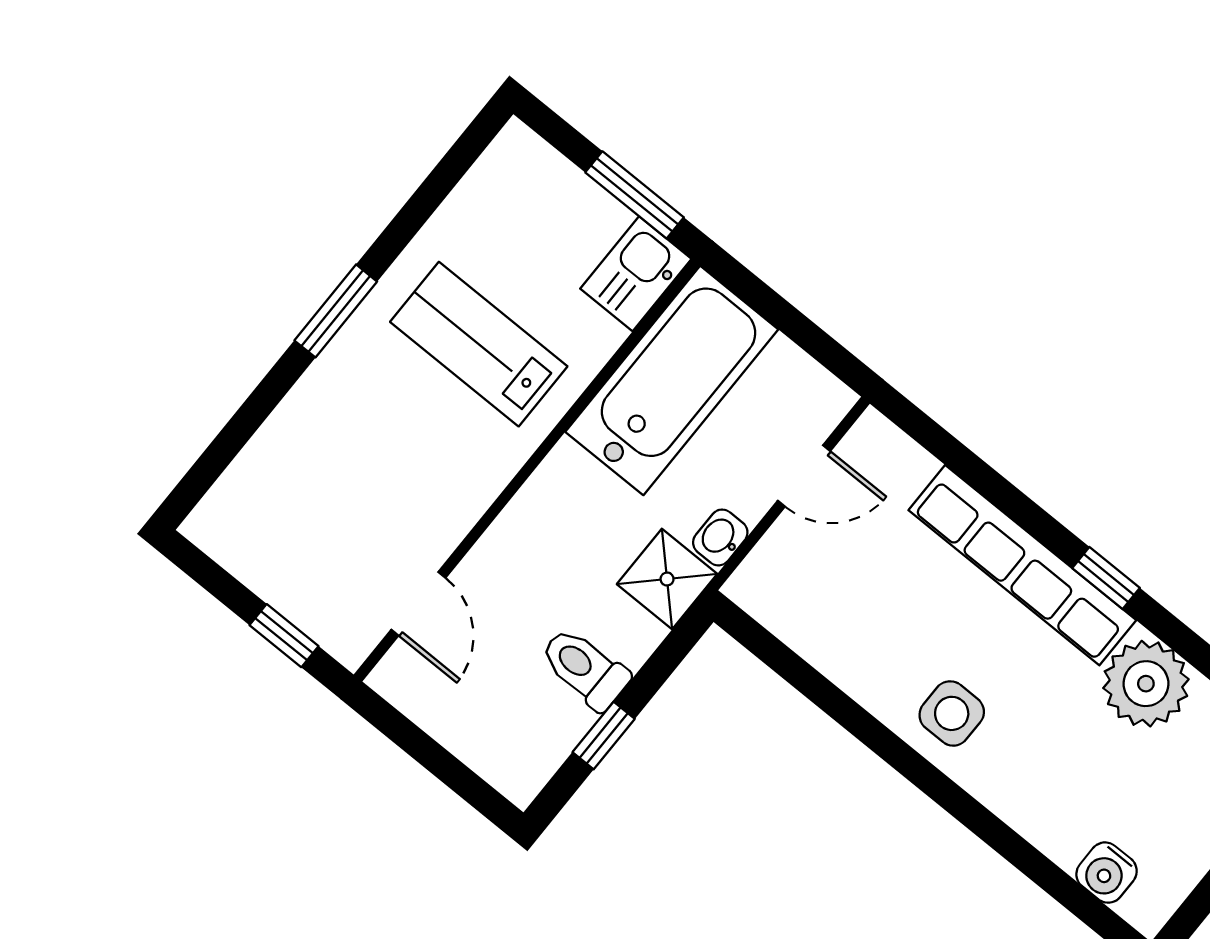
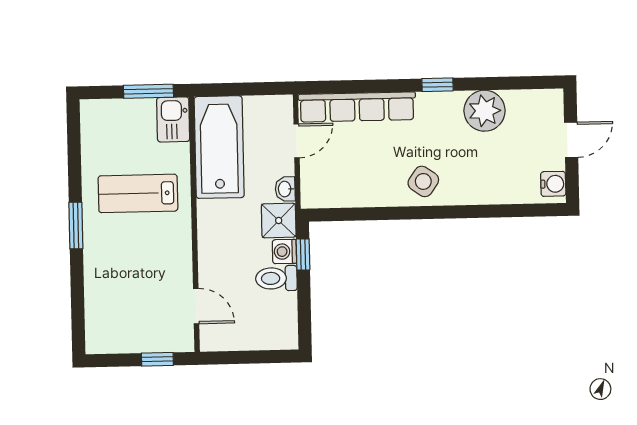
row of seats: (1022, 565) -> (357, 107), moved
washing machine: (634, 636) -> (284, 252), added
side table: (952, 713) -> (423, 181), turned 35
window: (604, 735) -> (303, 255), moved
water cooler: (1107, 873) -> (553, 184), moved, turned -90

